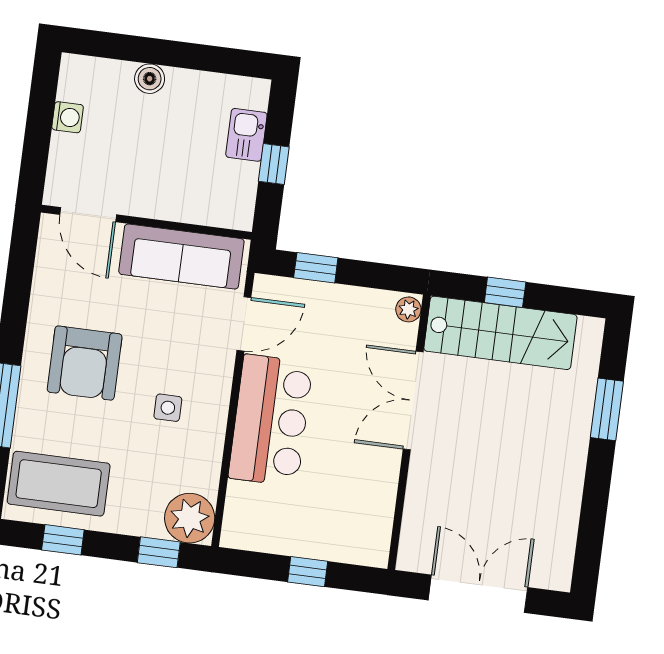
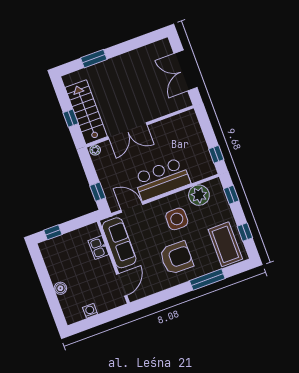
kitchen sink: (246, 135) -> (98, 248), moved, turned 90
window: (274, 164) -> (53, 232), moved
side table: (168, 408) -> (177, 219), width x1.87, depth x1.87
plant: (190, 518) -> (199, 195), moved
window: (308, 572) -> (216, 154), moved

